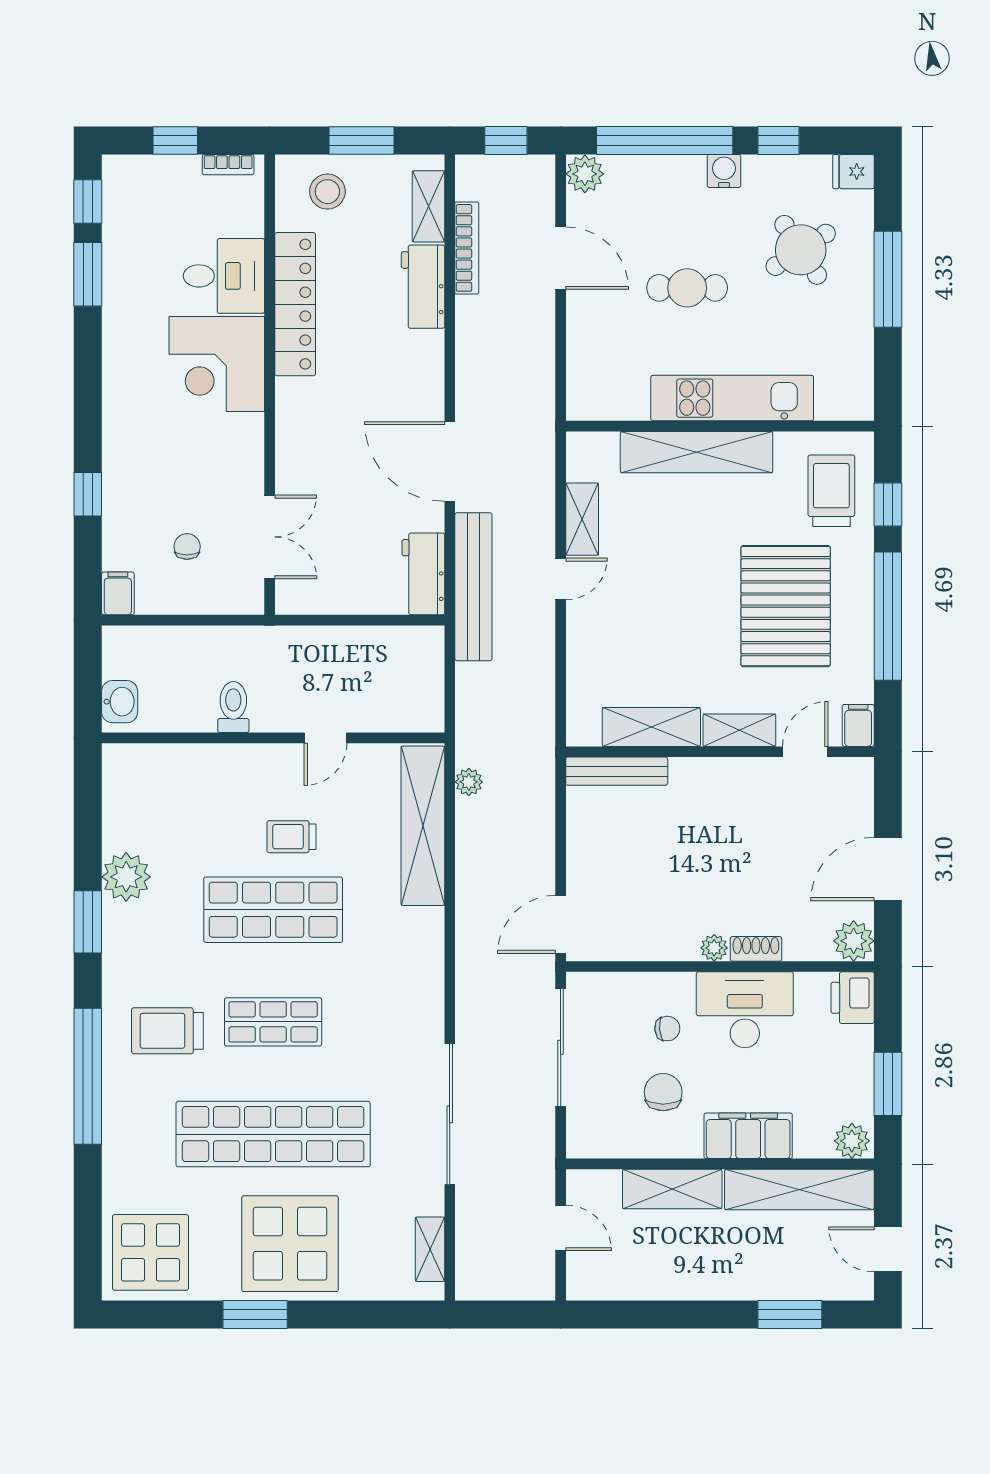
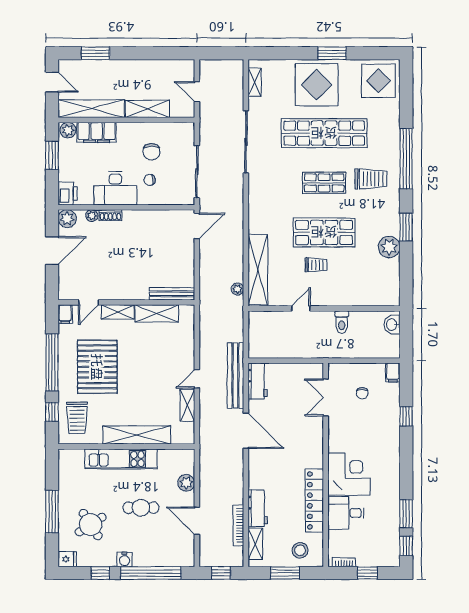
plant: (585, 174) -> (186, 483), moved
plant: (714, 948) -> (92, 216), moved
filing cabinet: (748, 1136) -> (97, 132), moved

